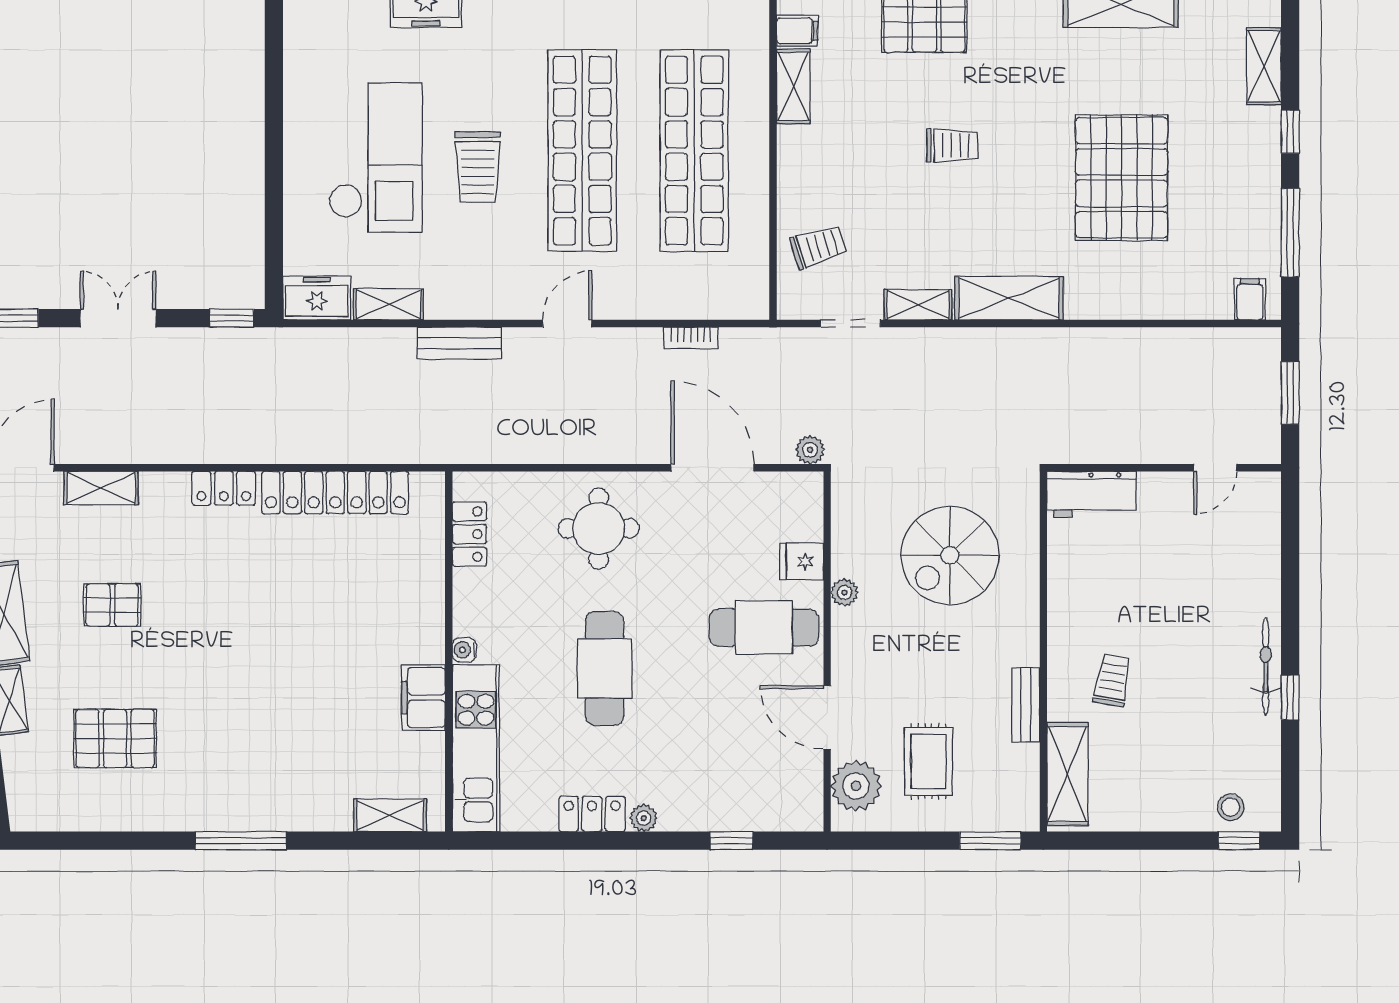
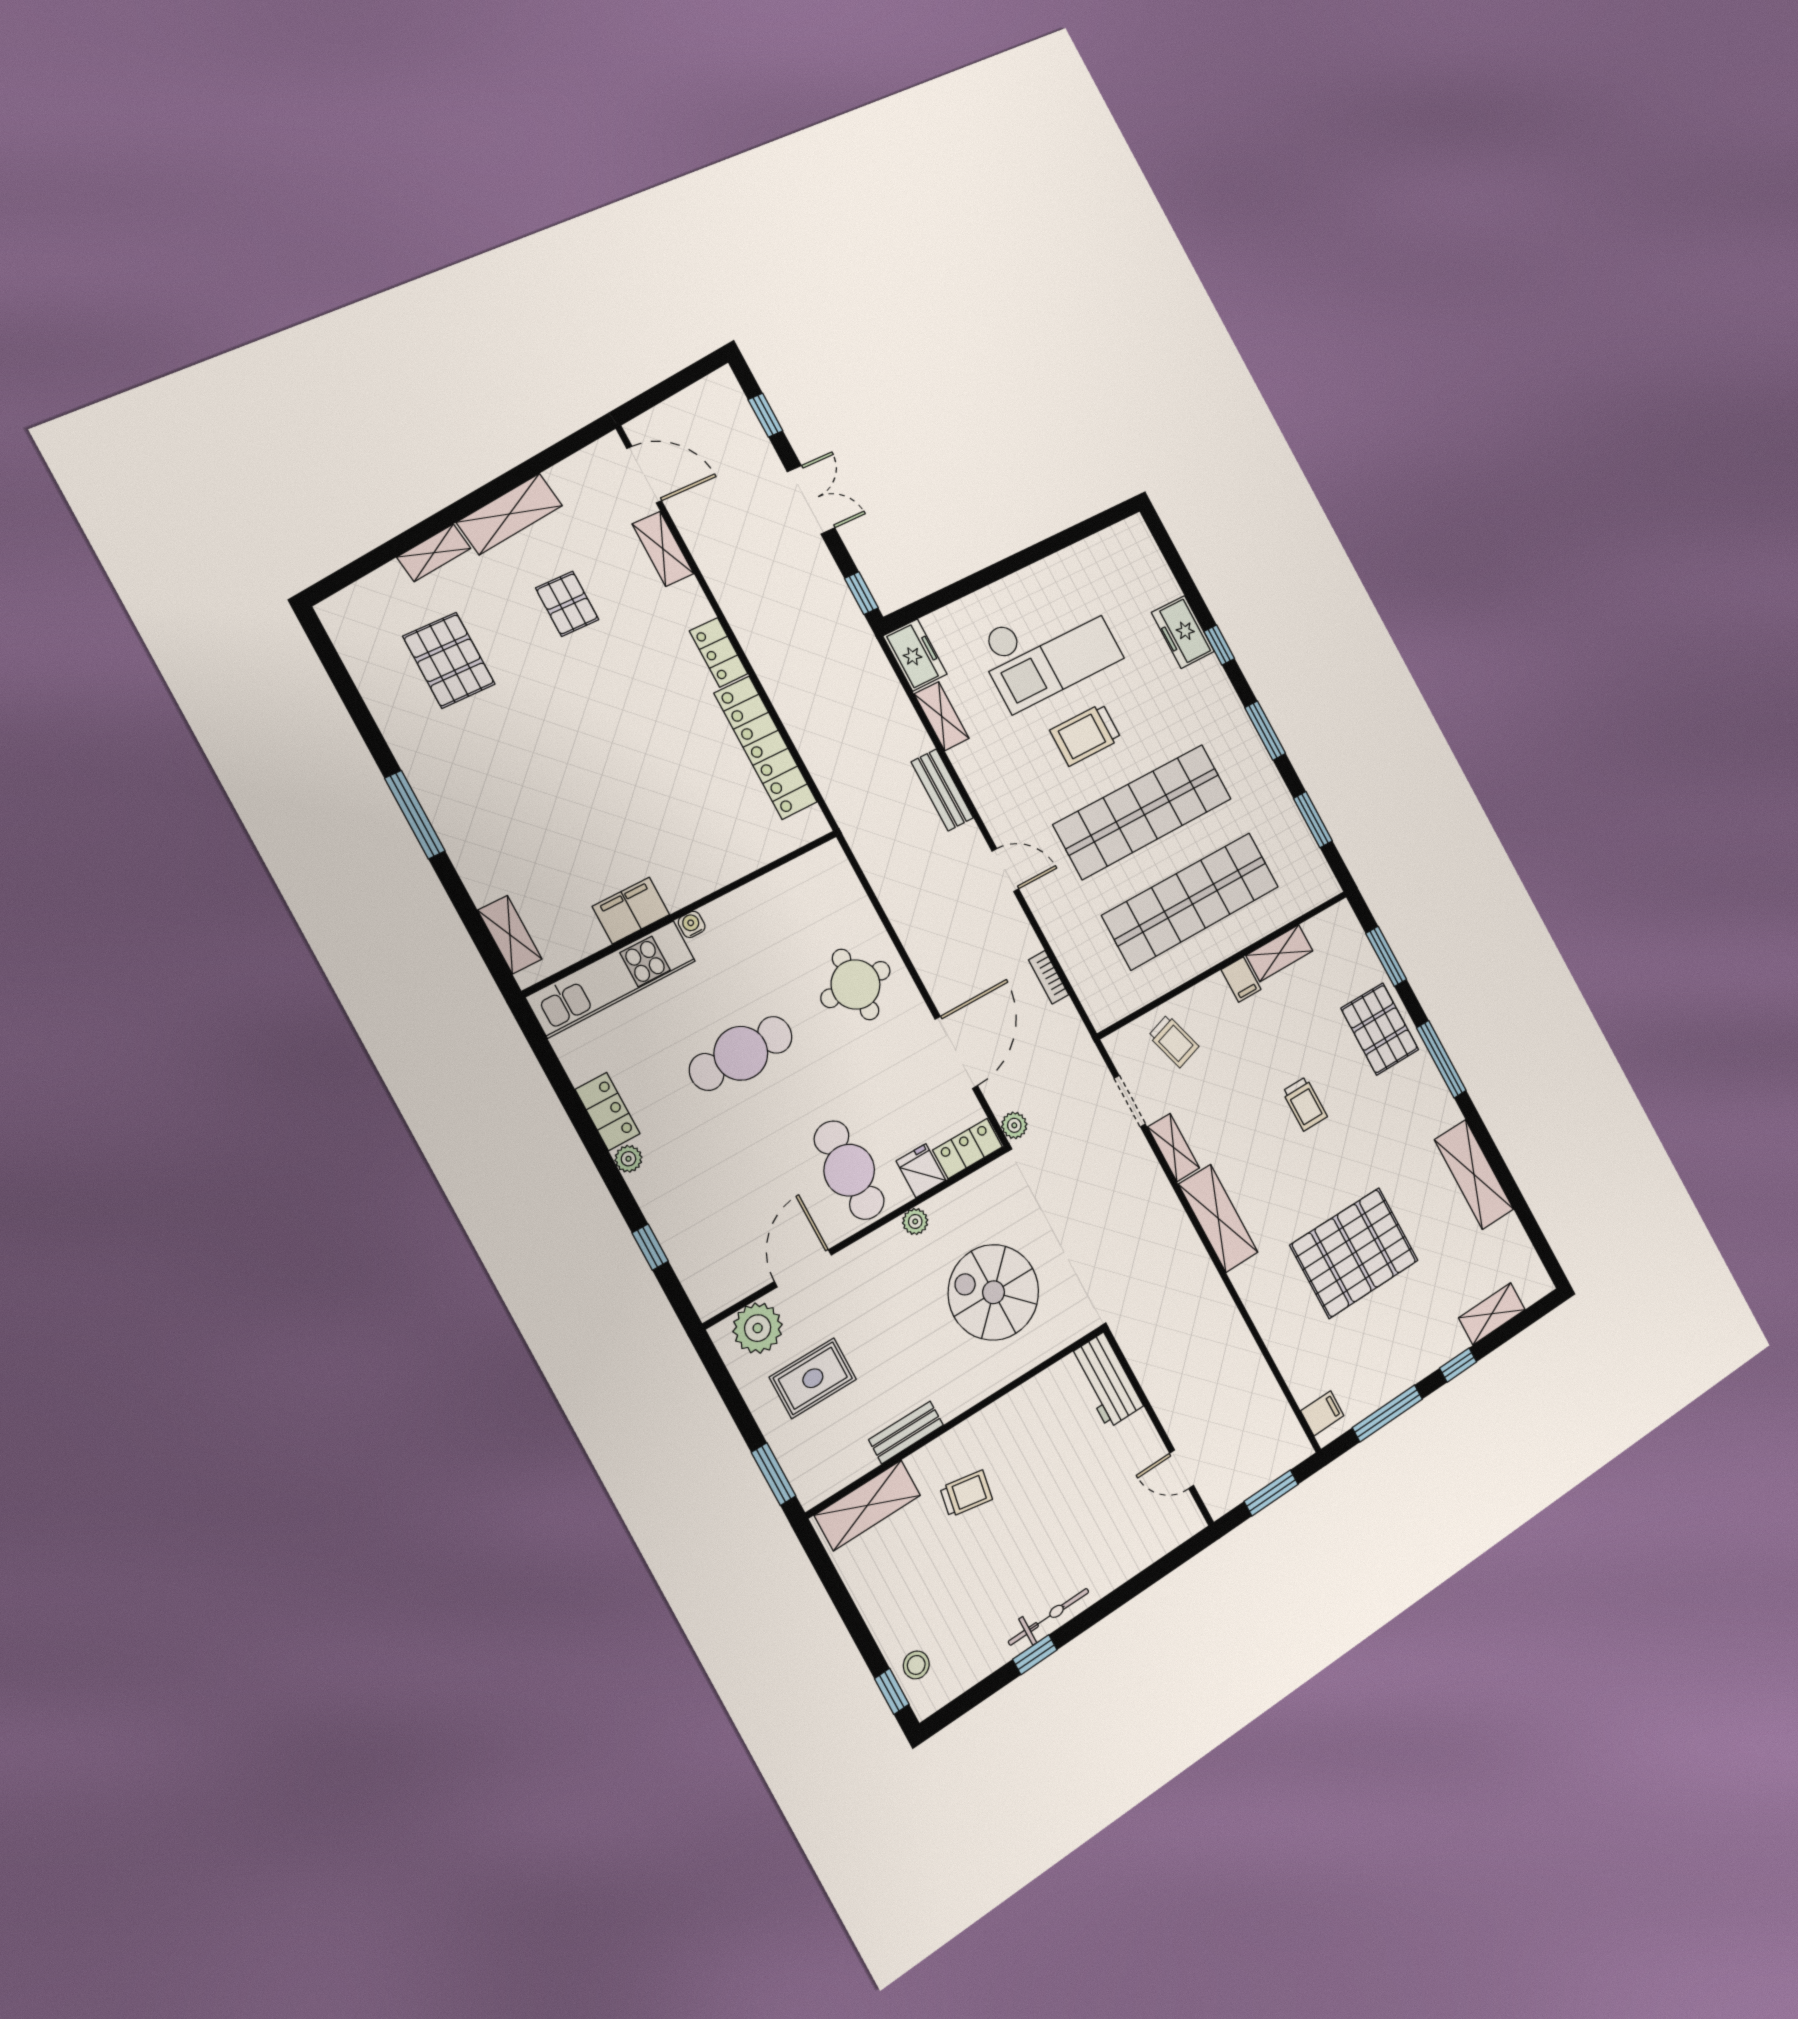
filing cabinet: (797, 31) -> (1241, 979), moved
locker: (469, 534) -> (968, 1149), moved, turned 180

